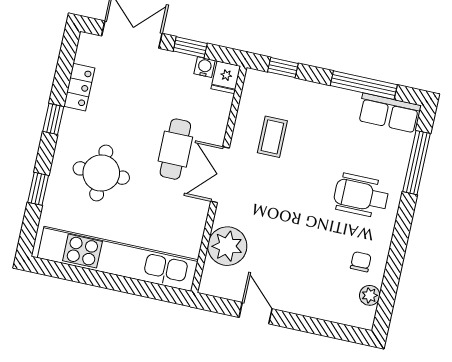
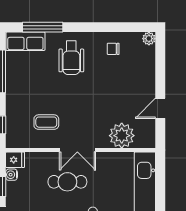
row of seats: (389, 113) -> (25, 41), moved, turned 90
plant: (370, 295) -> (149, 39), moved

